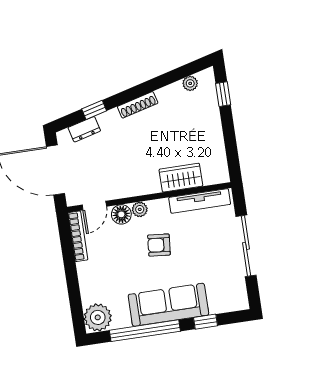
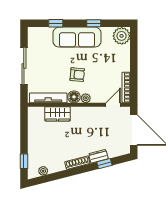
dresser: (84, 129) -> (98, 156), moved
floor lamp: (121, 214) -> (74, 97), moved
window: (145, 331) -> (94, 23), width x0.32

